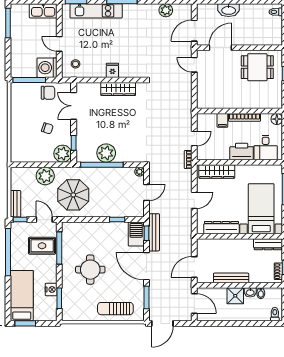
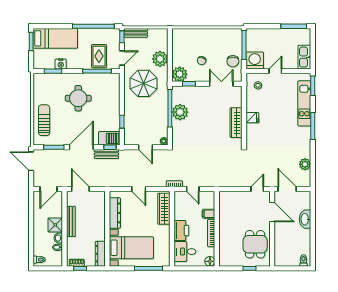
bench: (154, 232) -> (106, 154), width x0.73

